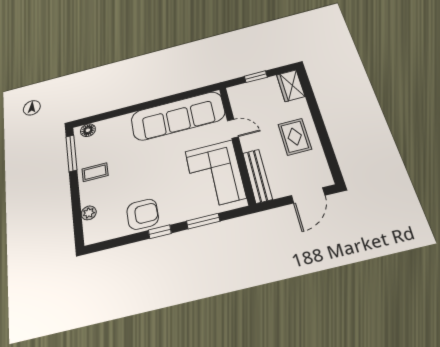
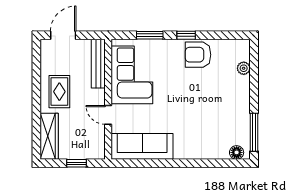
wardrobe: (291, 86) -> (49, 136), width x1.50
sofa: (178, 116) -> (142, 146), width x0.74, depth x0.79
coffee table: (95, 172) -> (234, 106), removed

